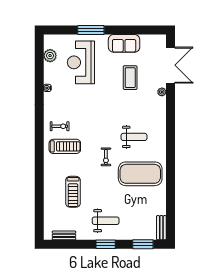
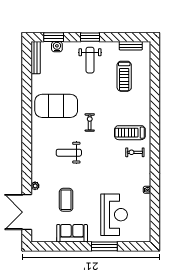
plant: (50, 56) -> (144, 221), removed
weight bench: (134, 137) -> (69, 153), moved
treadmill: (73, 192) -> (124, 76), moved, turned 180
weight bench: (106, 221) -> (90, 60), turned -90
bench: (161, 228) -> (36, 58), width x1.36
water cooler: (139, 234) -> (57, 47), added

